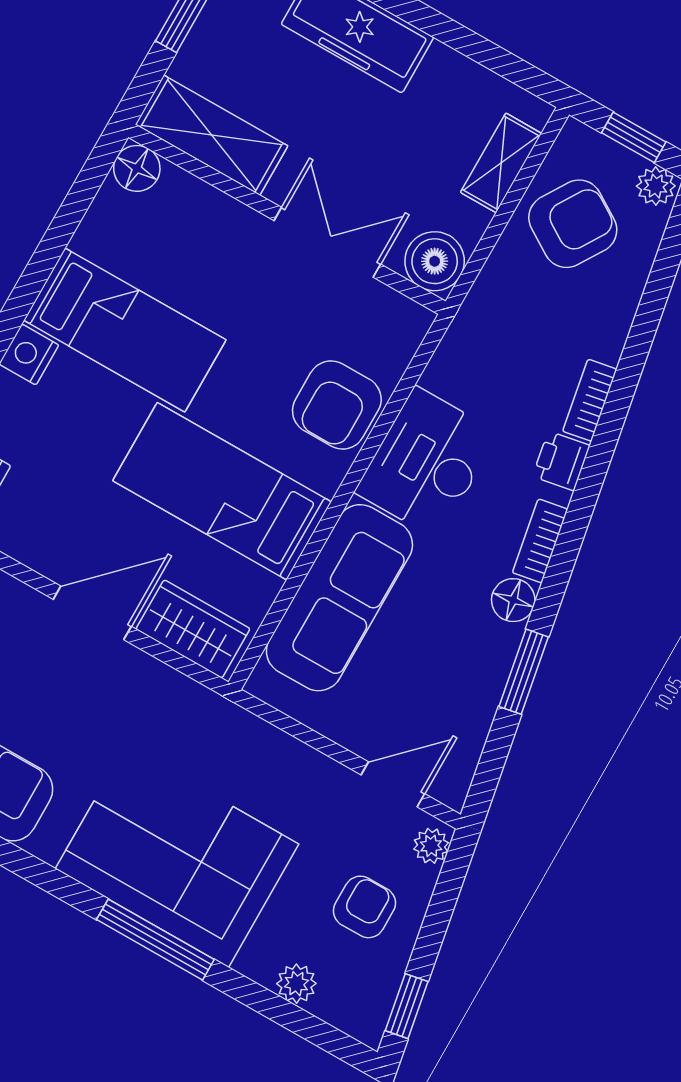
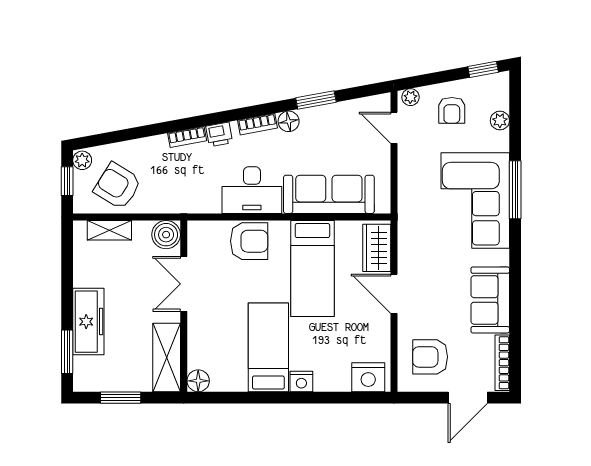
armchair: (364, 907) -> (452, 110), turned -90

